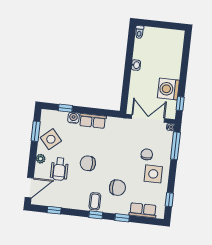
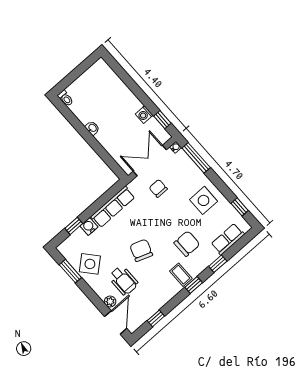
washing machine: (168, 89) -> (144, 115), width x0.53, depth x0.53
row of seats: (93, 121) -> (113, 207), width x1.48
chair: (147, 154) -> (158, 188), moved
plant: (41, 159) -> (110, 302), moved
chair: (88, 163) -> (141, 250), turned 110

